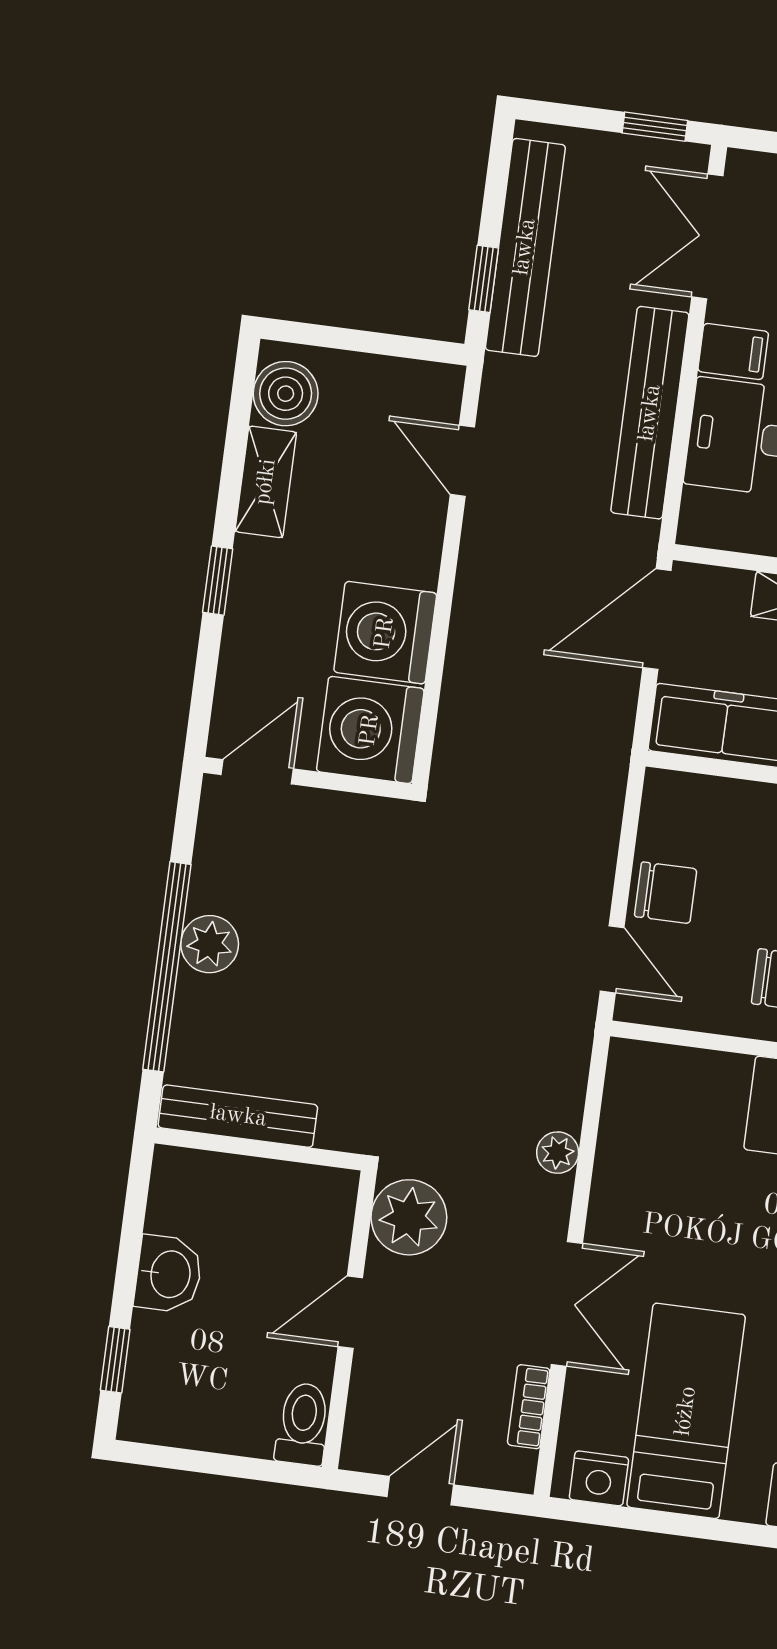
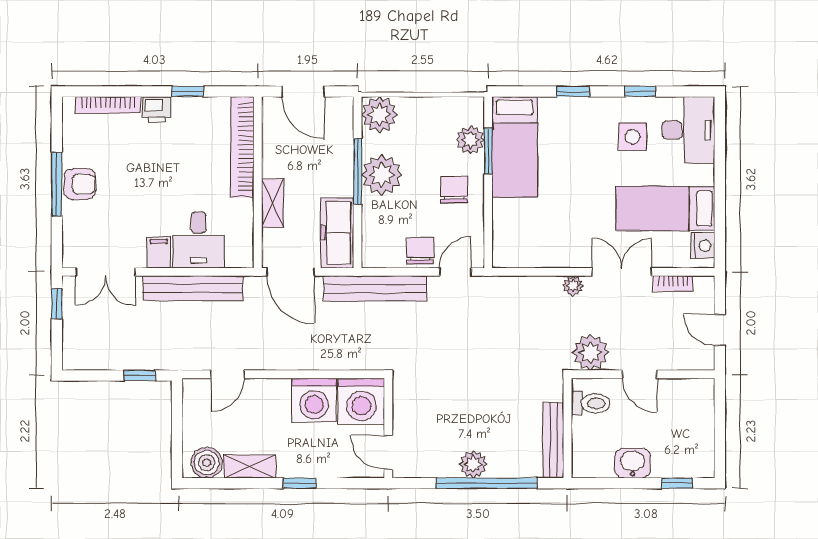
bench: (525, 247) -> (375, 289), moved
plant: (558, 1153) -> (573, 286), moved
toilet: (303, 1424) -> (591, 403), moved, turned 180

